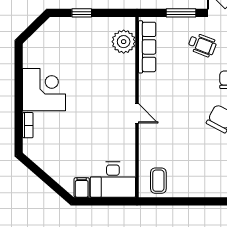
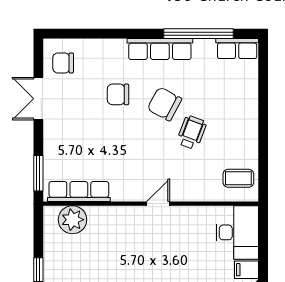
window: (181, 13) -> (38, 173), moved
wheelchair: (202, 45) -> (192, 132), moved

